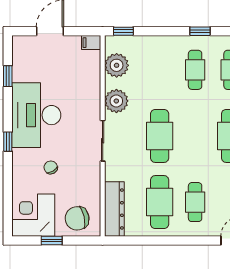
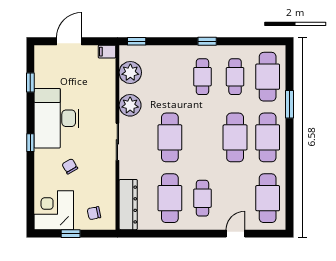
chair: (77, 218) -> (94, 213), width x0.54, depth x0.54

